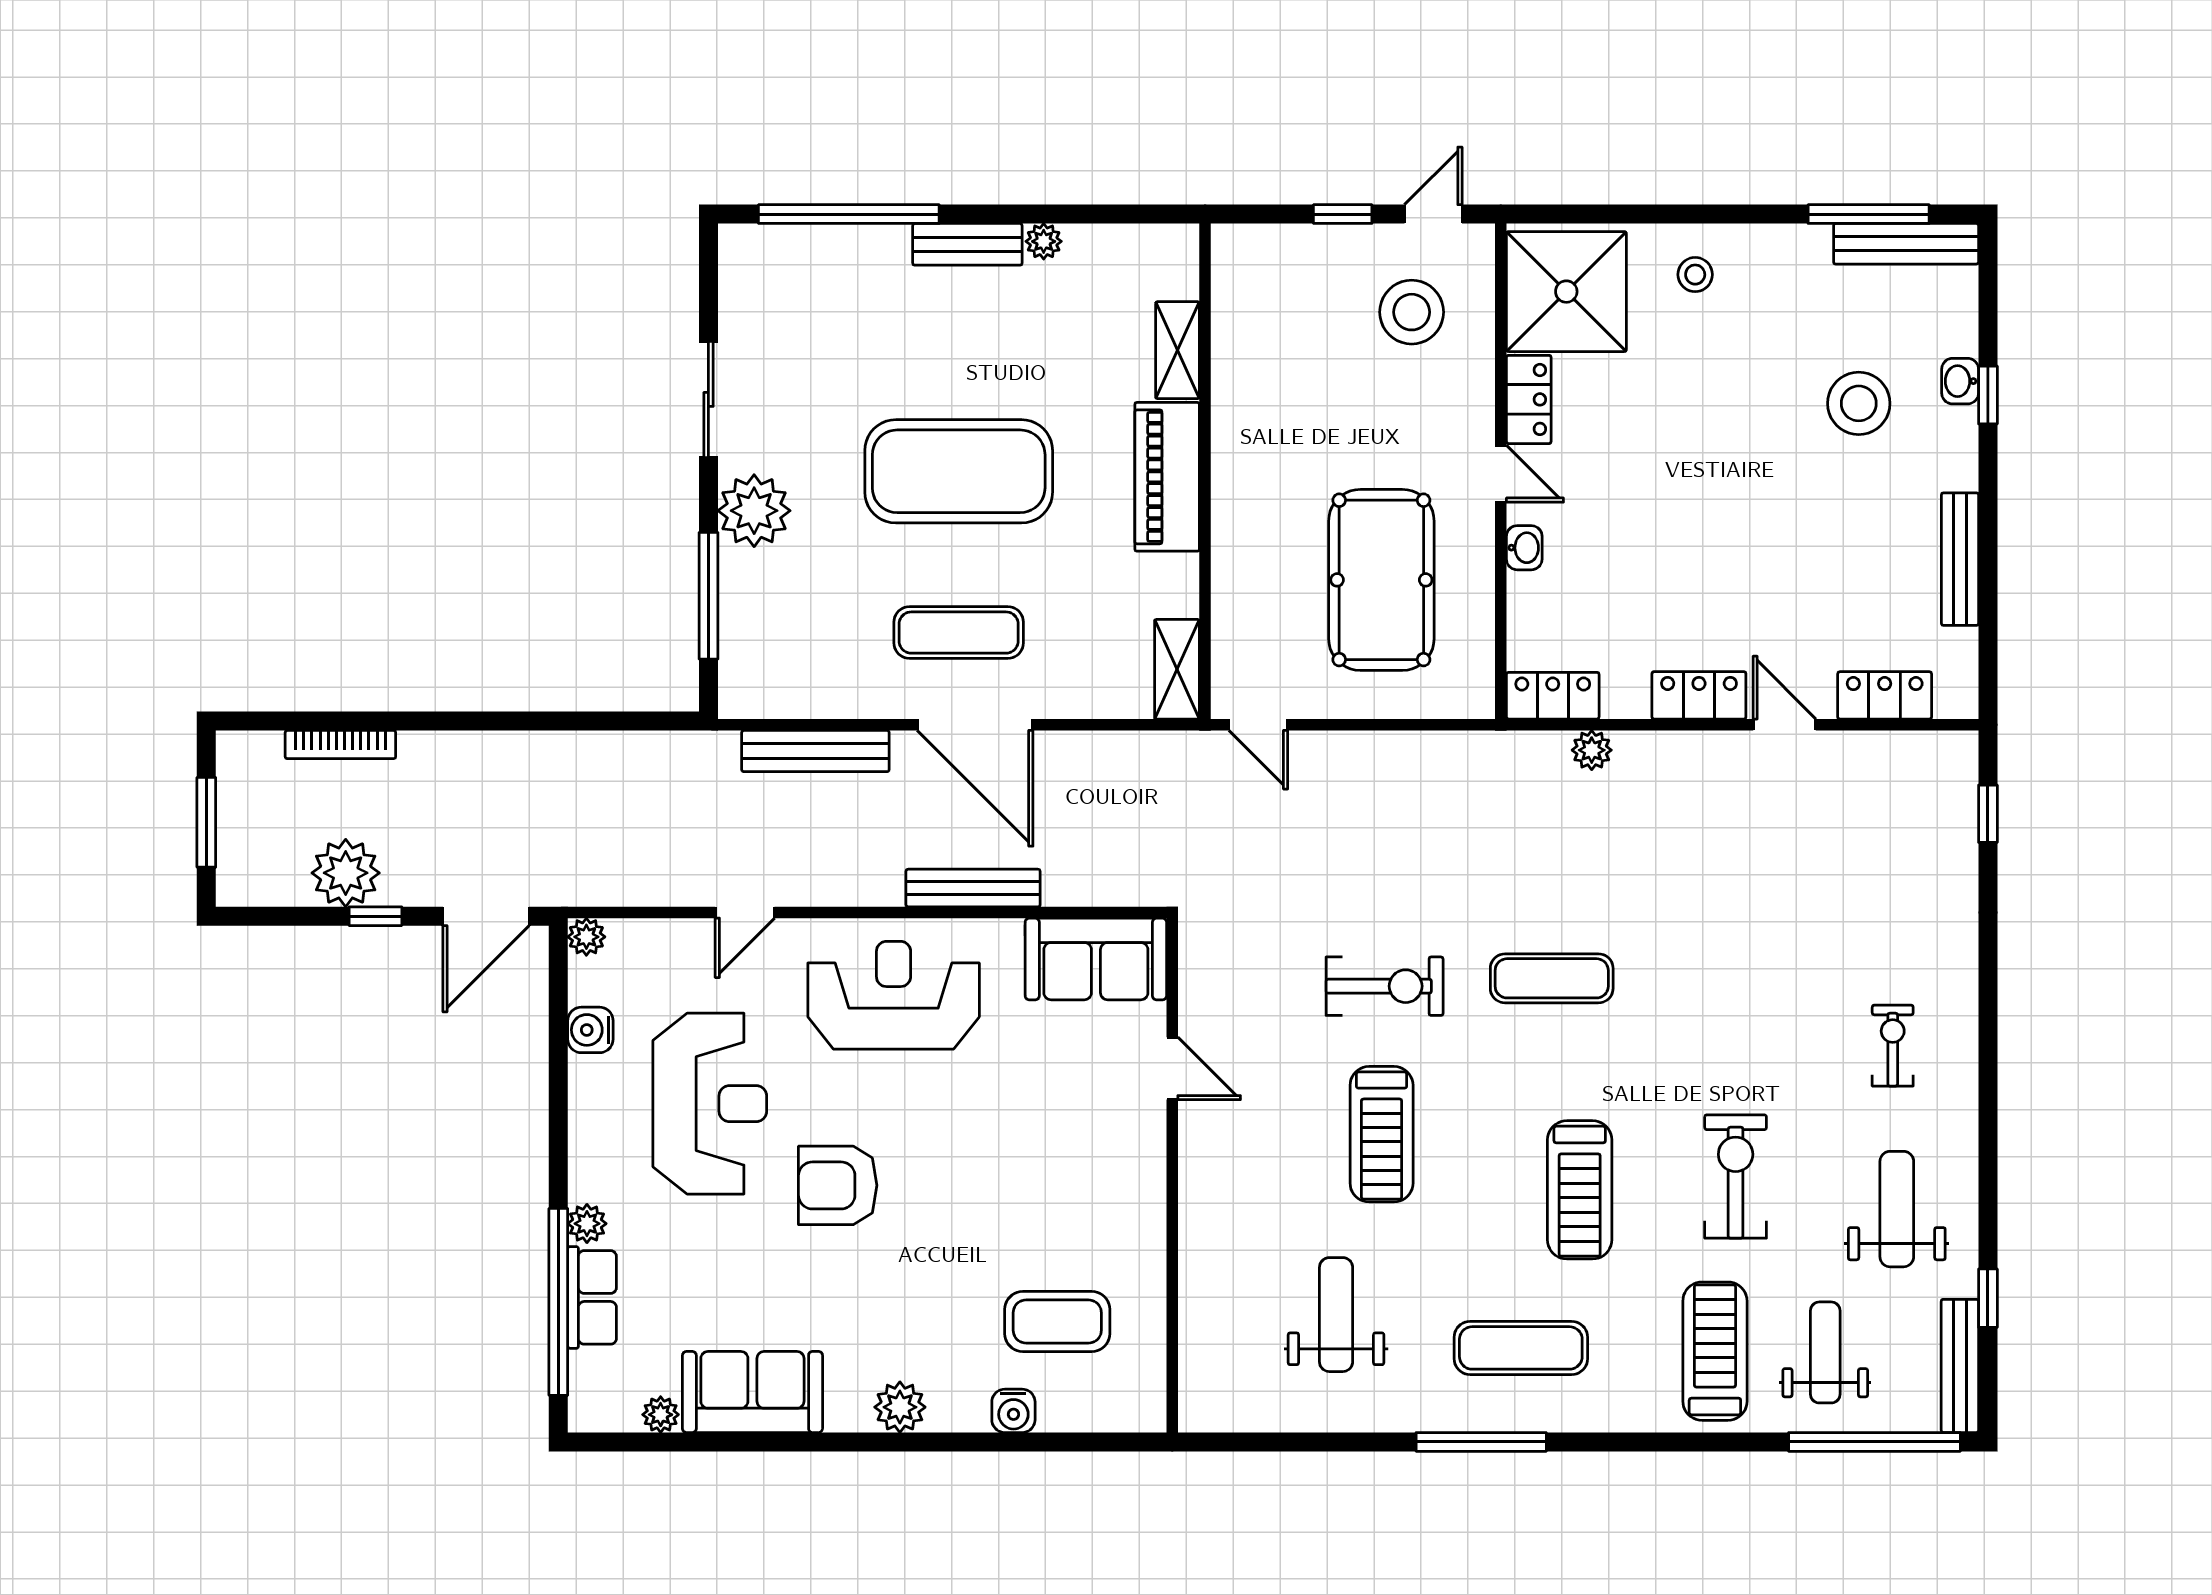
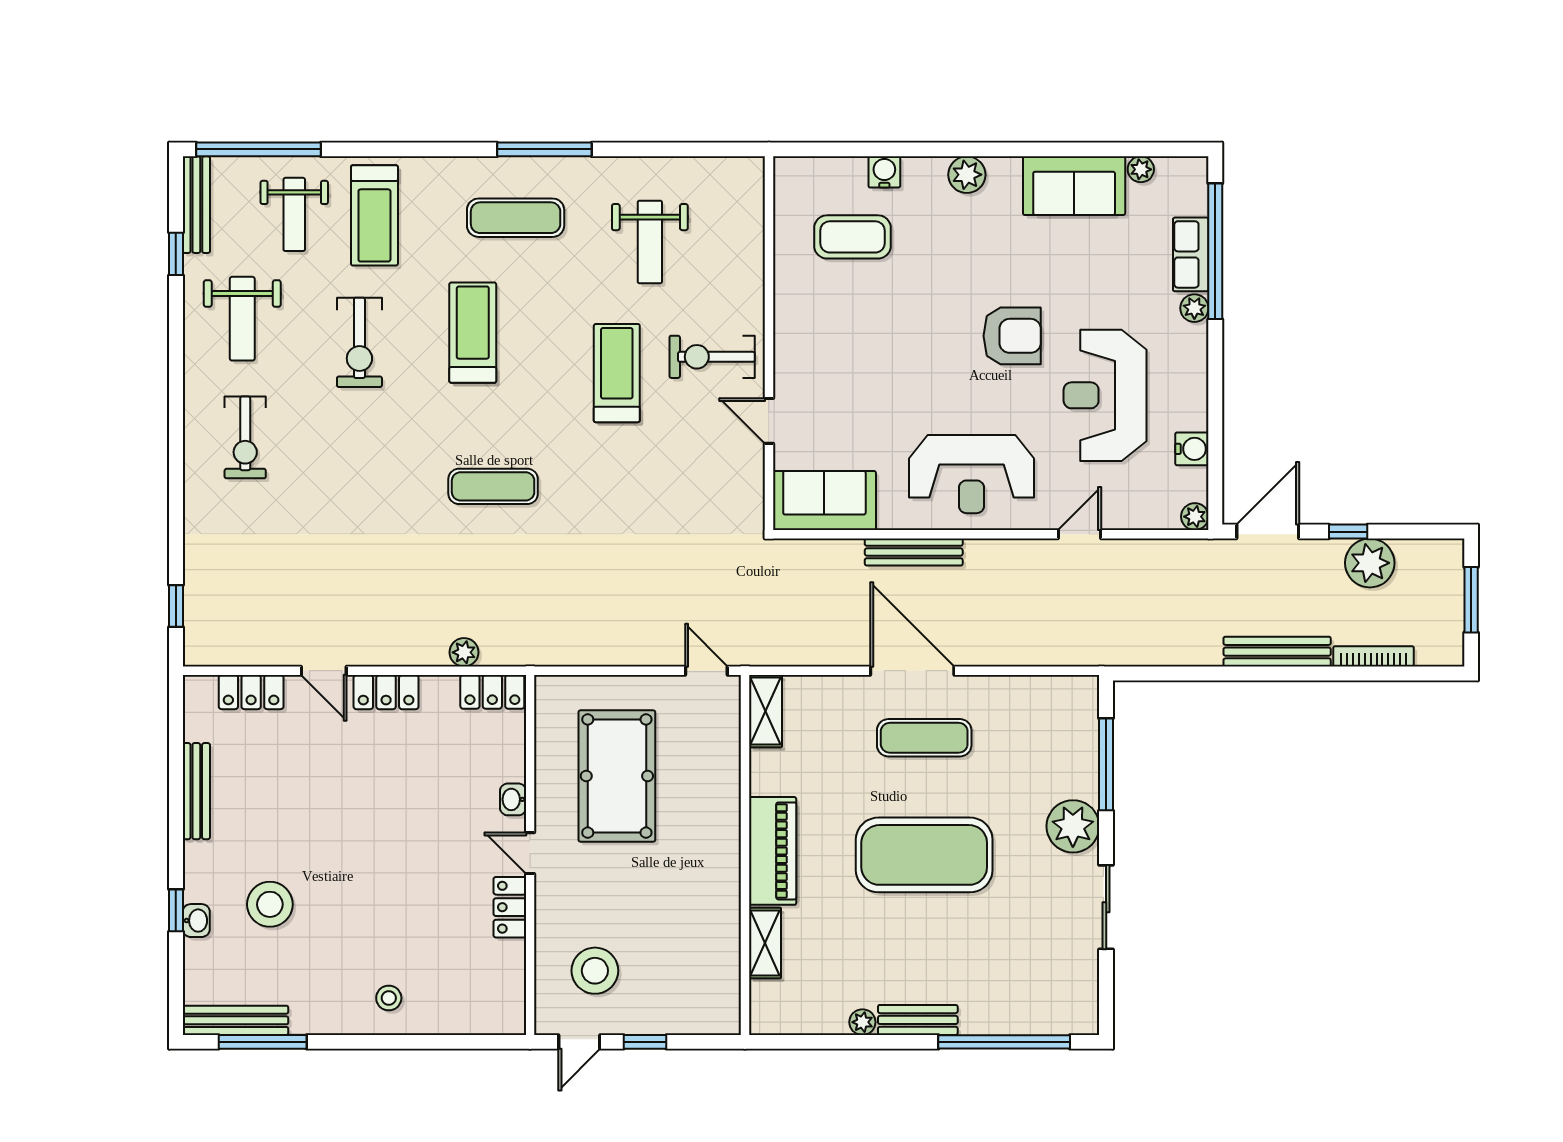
shower: (1566, 292) -> (482, 986), removed
bench: (815, 751) -> (1277, 652), moved
exercise bike: (1385, 986) -> (712, 357), moved
exercise bike: (1893, 1046) -> (245, 437), width x1.38, depth x1.39

